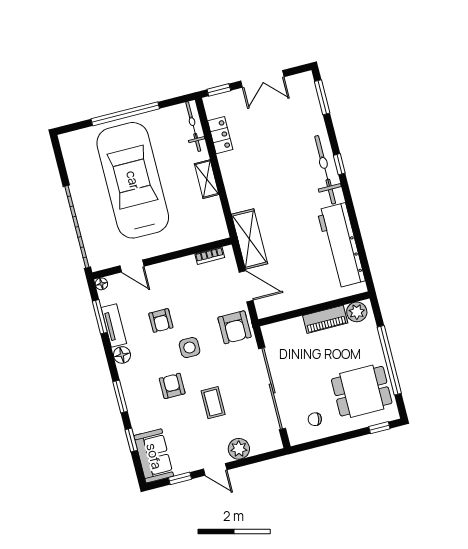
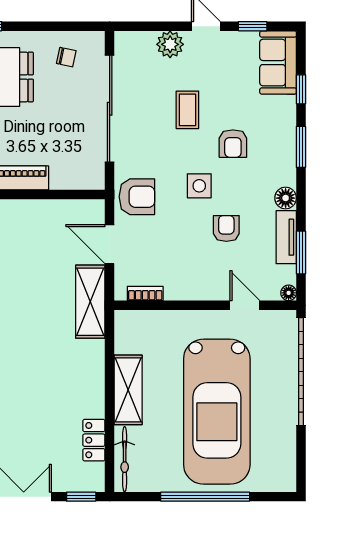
shelving: (207, 179) -> (128, 390), width x1.50, depth x1.33
armchair: (235, 327) -> (137, 197), turned 90

